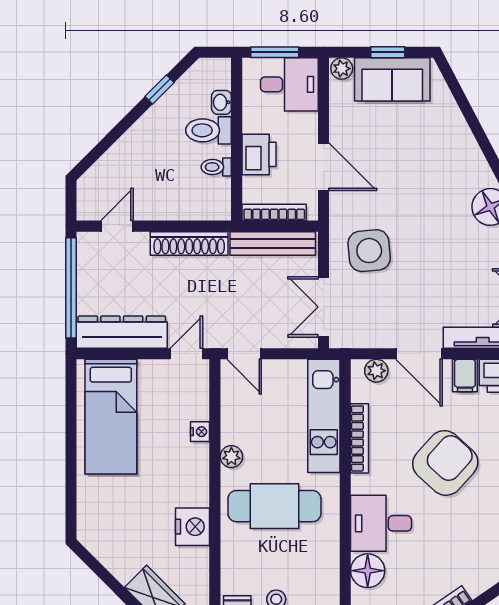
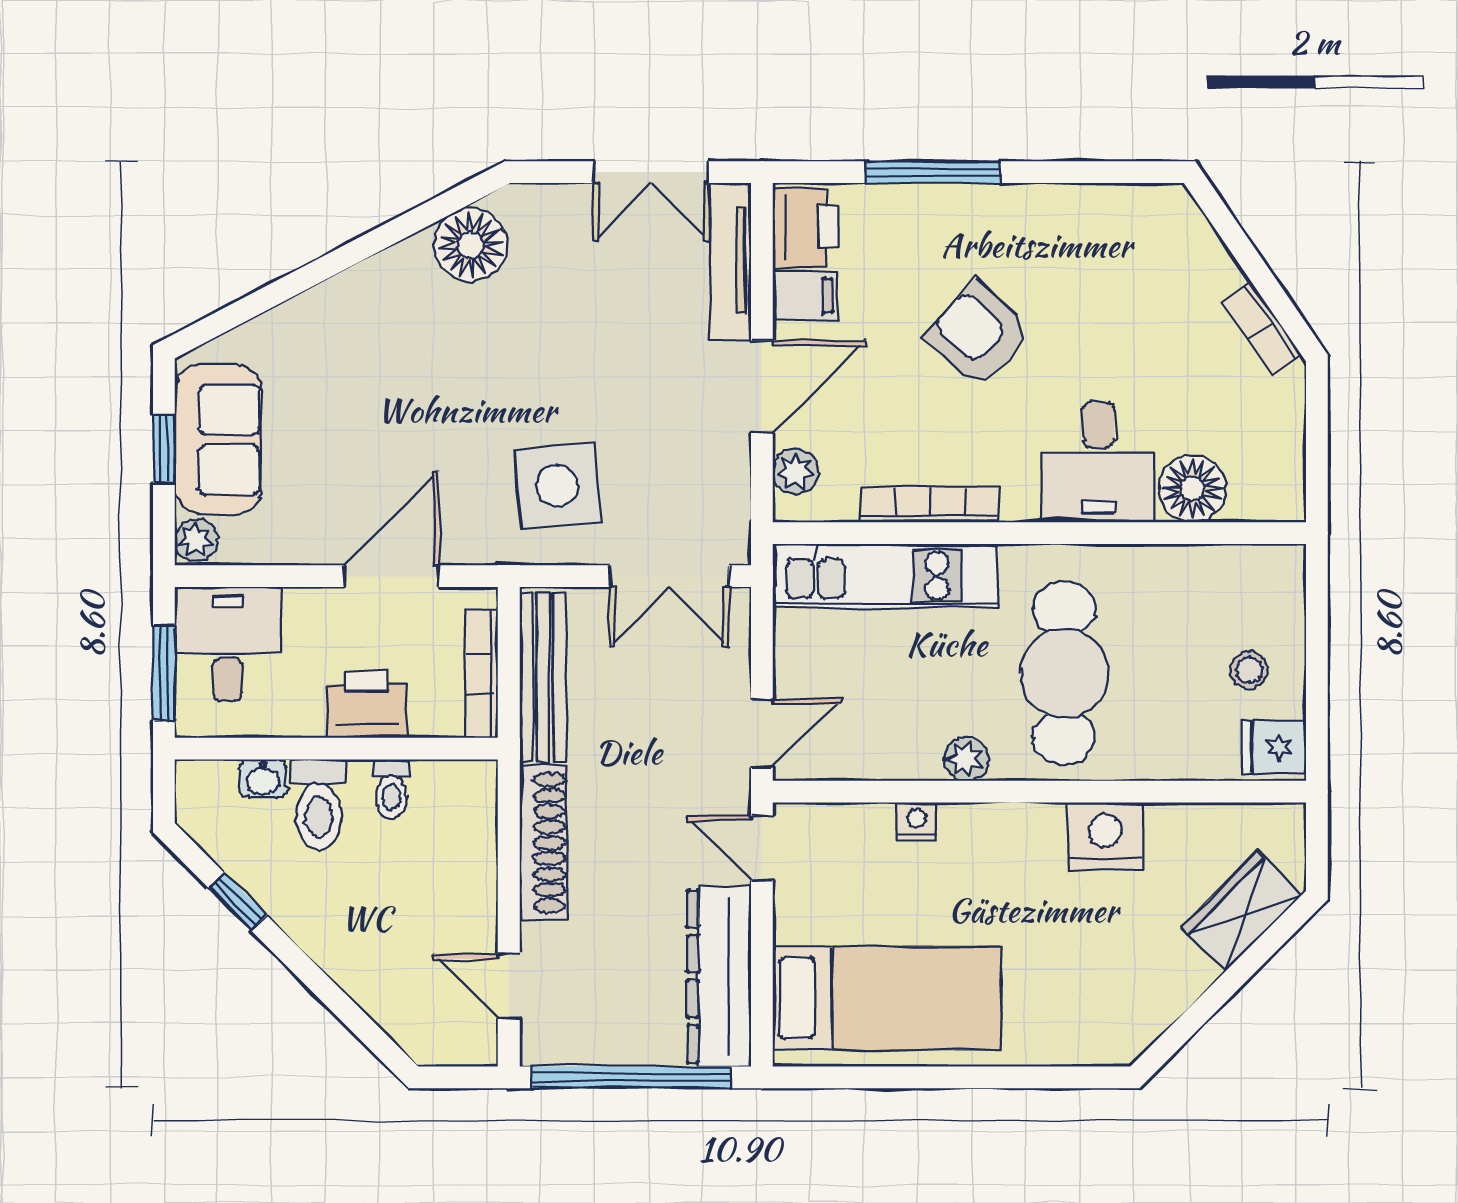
armchair: (445, 463) -> (979, 335), width x0.73, depth x0.73

